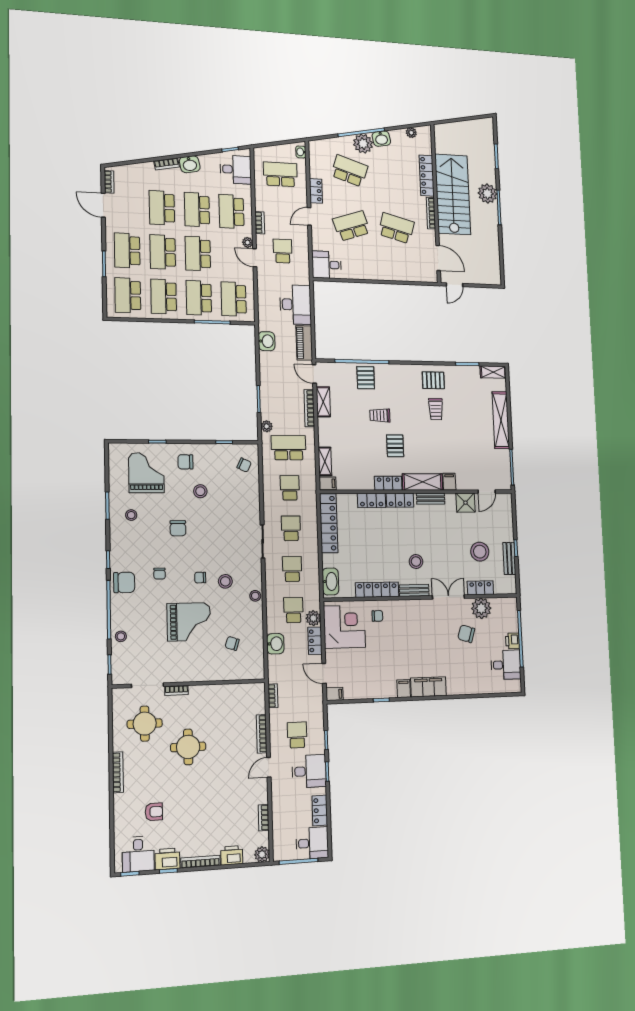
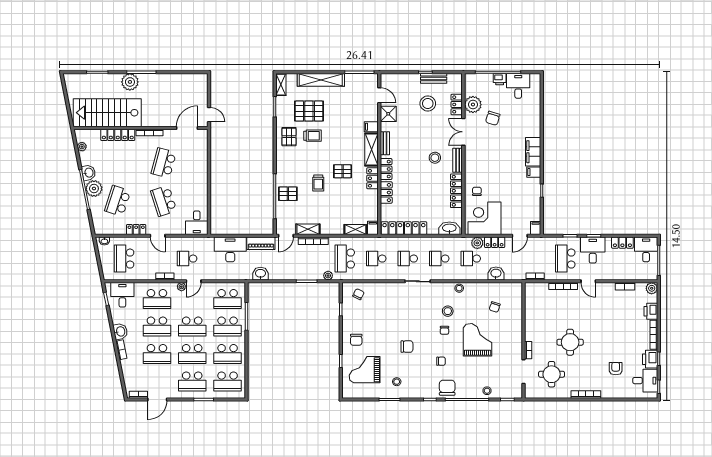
stairs: (453, 194) -> (107, 113), moved
pallet: (464, 405) -> (309, 111), added
stool: (200, 491) -> (379, 329), removed
school desk: (297, 735) -> (565, 259), width x1.85

